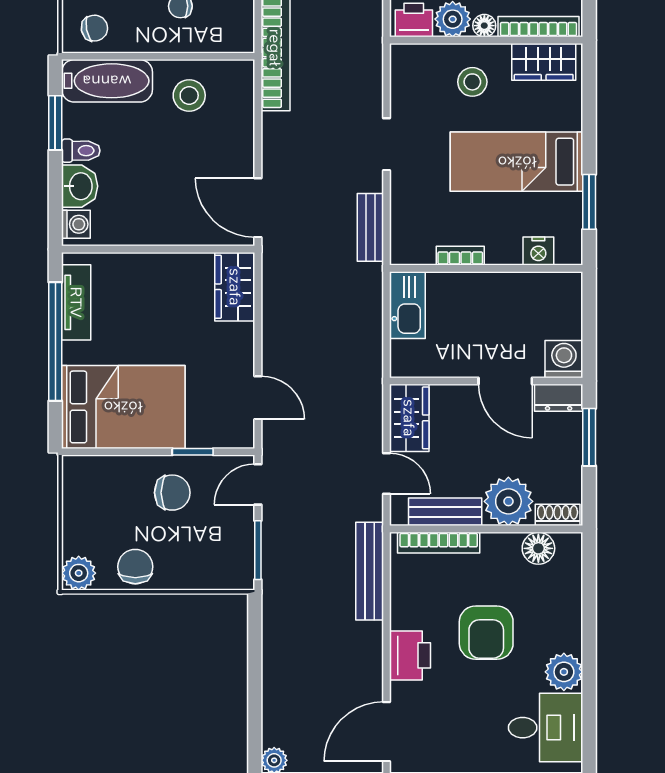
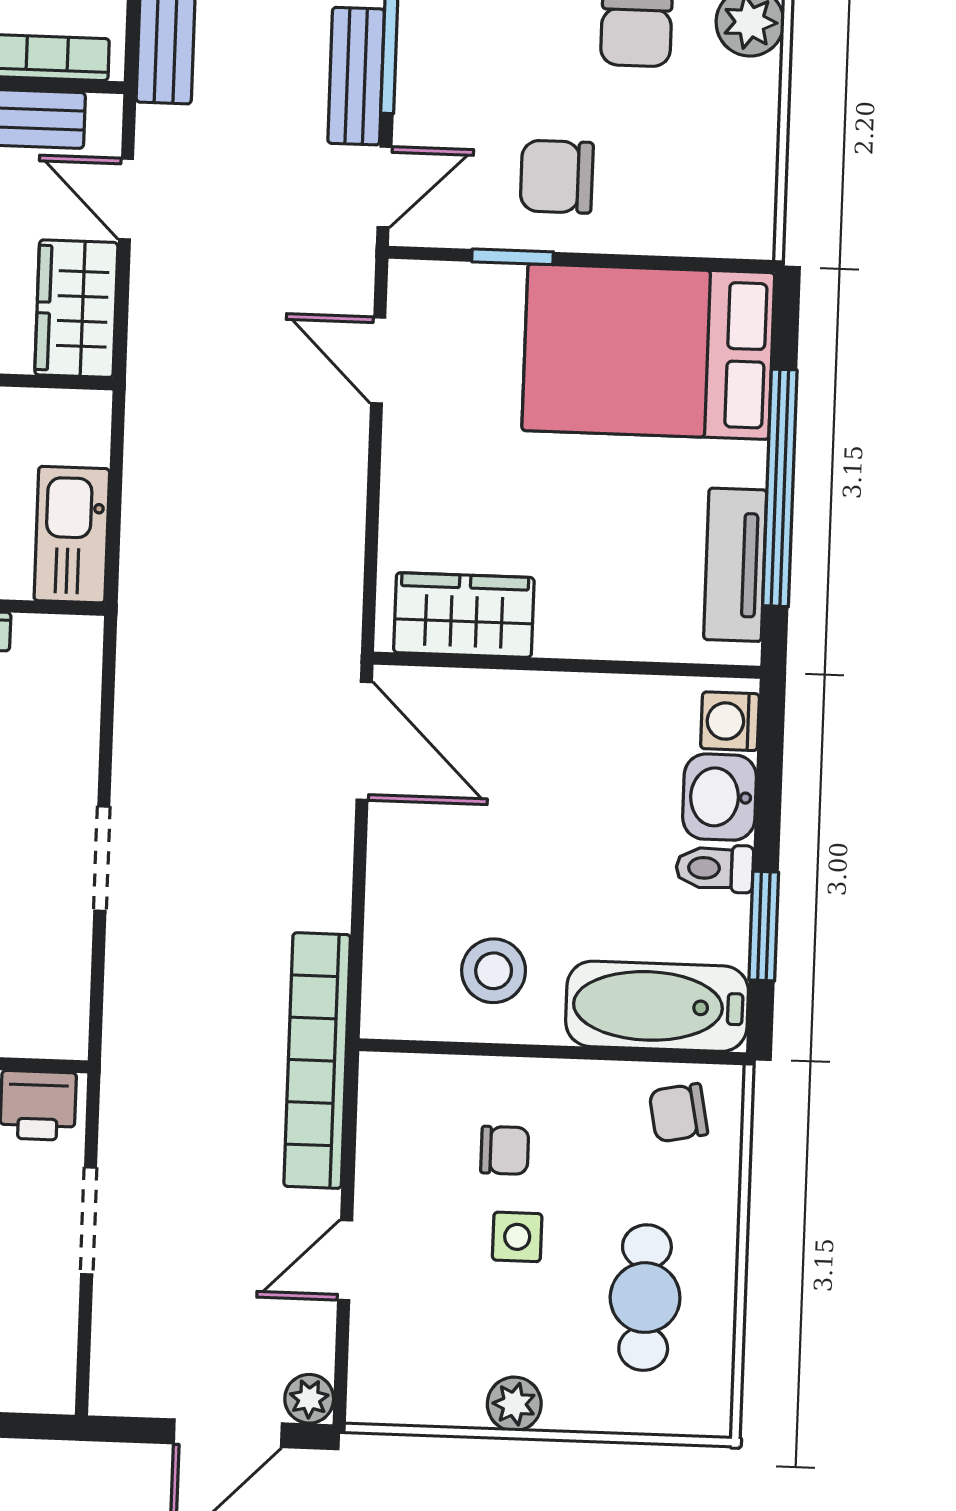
bench: (370, 227) -> (356, 76), moved
wardrobe: (235, 287) -> (464, 615), moved, turned -90

